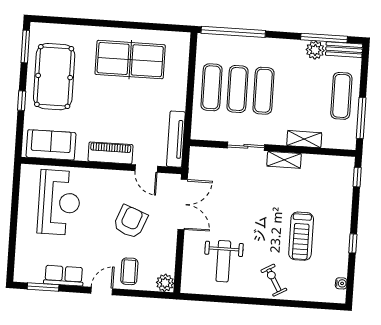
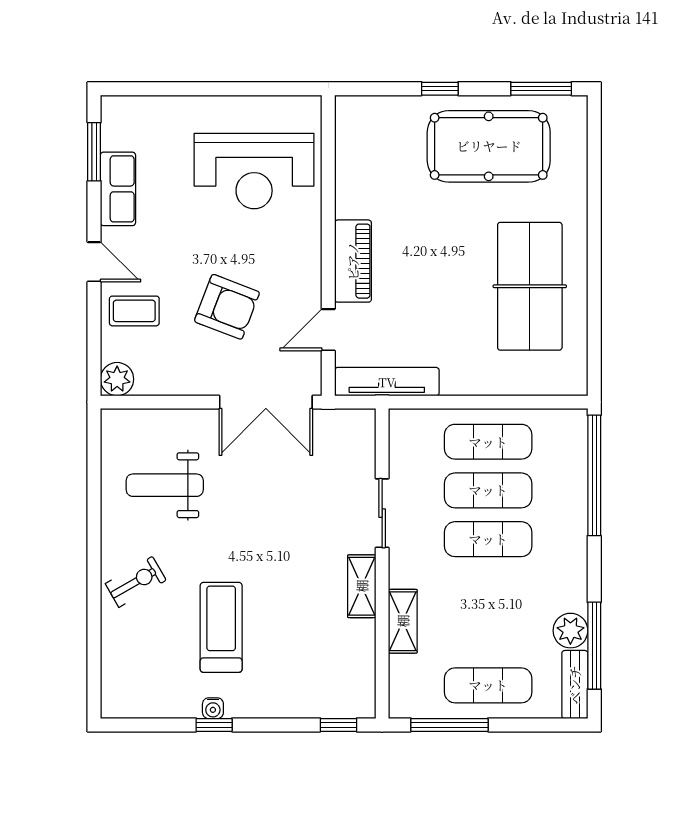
sofa: (51, 145) -> (361, 149), removed
treadmill: (301, 236) -> (221, 627), turned 90
water cooler: (341, 283) -> (213, 708), moved

